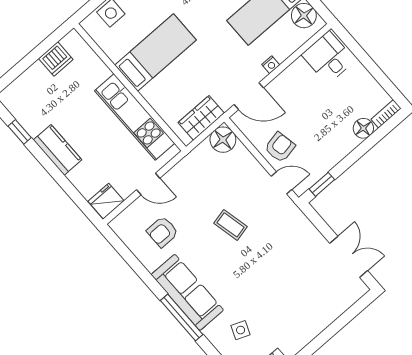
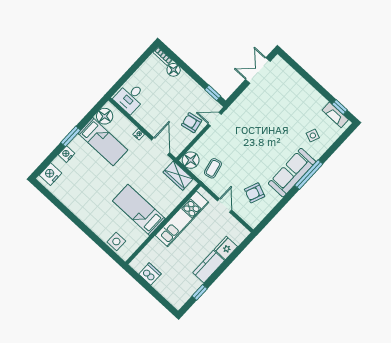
door: (282, 183) -> (215, 119), hinge flipped
fridge: (106, 201) -> (226, 248), moved, turned 90
coffee table: (231, 225) -> (213, 168), moved
armchair: (162, 232) -> (255, 193), turned 112

